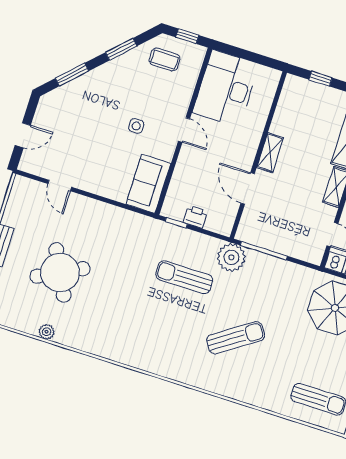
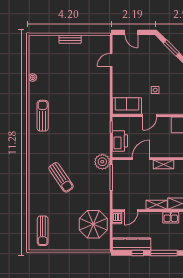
door: (184, 130) -> (150, 116), moved
printer: (195, 217) -> (120, 141), width x1.87, depth x1.48
round table: (60, 272) -> (66, 75), removed
sun lounger: (184, 277) -> (43, 116), moved

